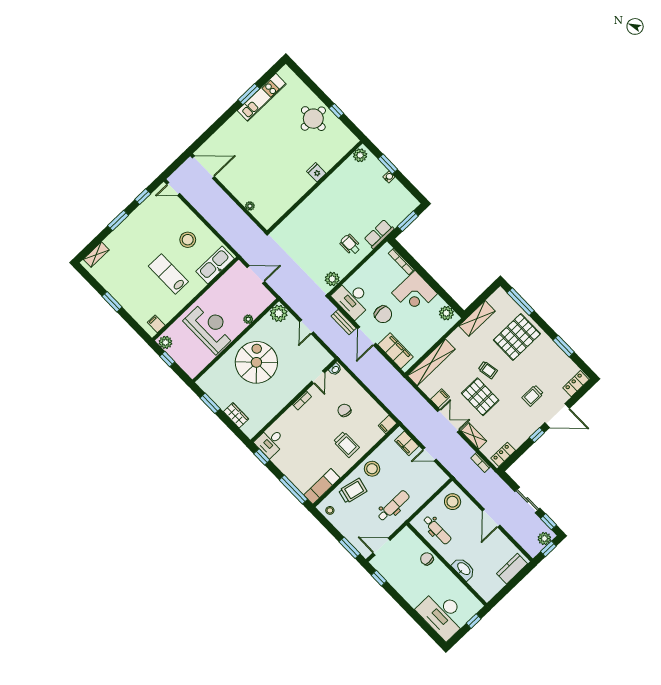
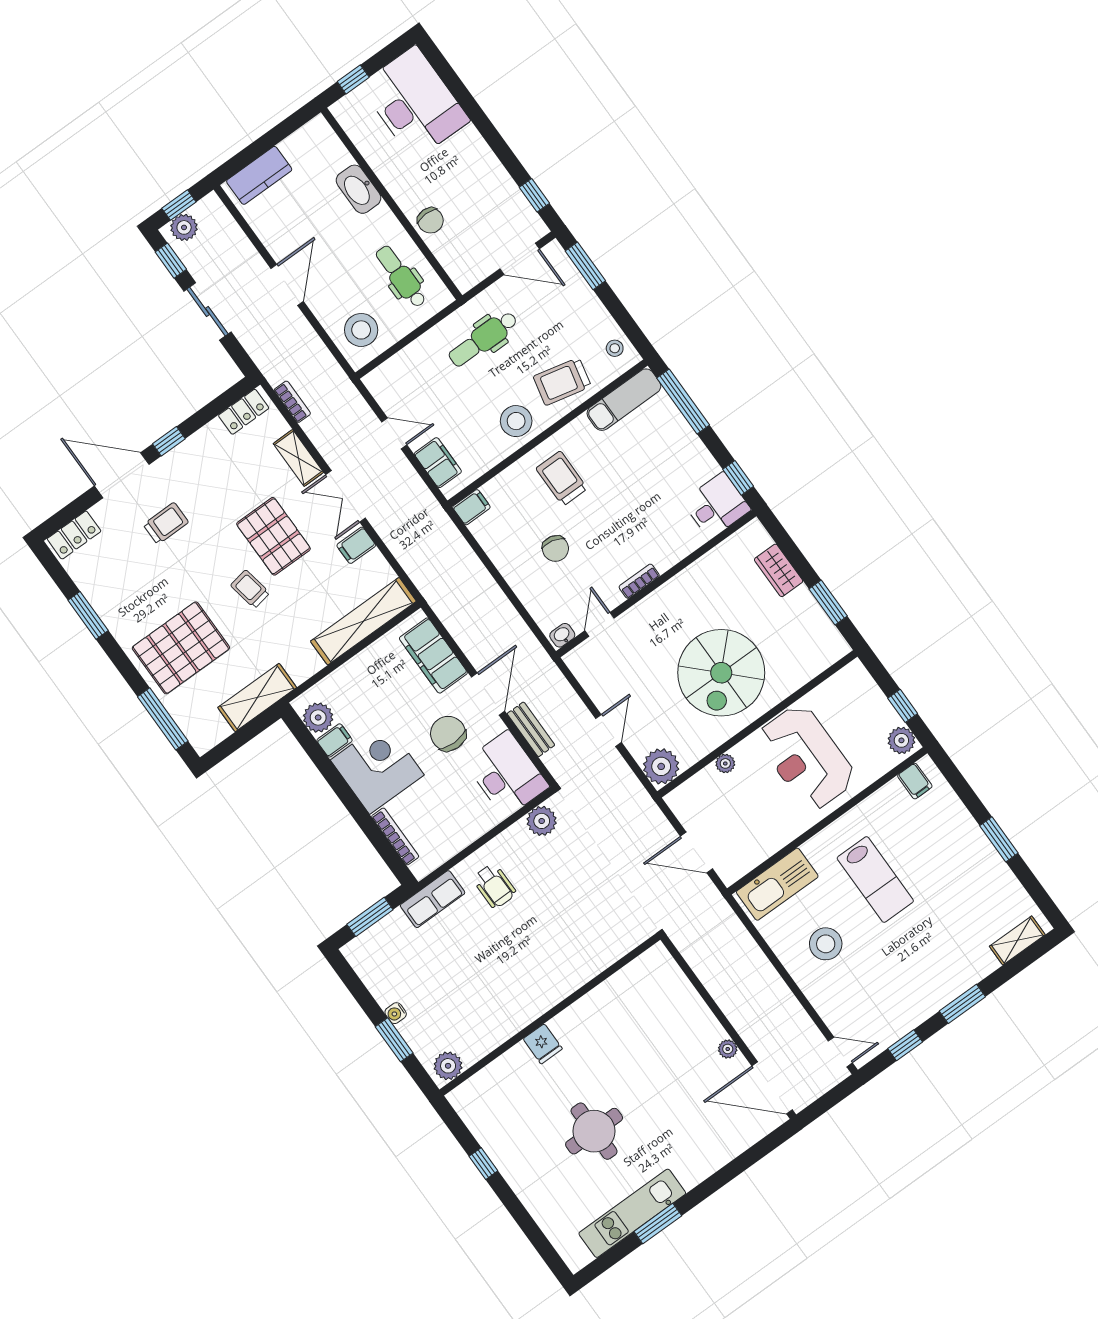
round table: (313, 119) -> (594, 1131), moved
plant: (250, 206) -> (728, 1049), moved
filing cabinet: (437, 303) -> (335, 740), added

